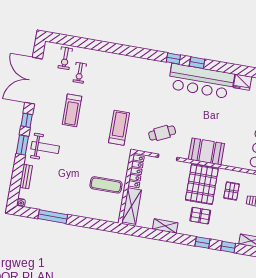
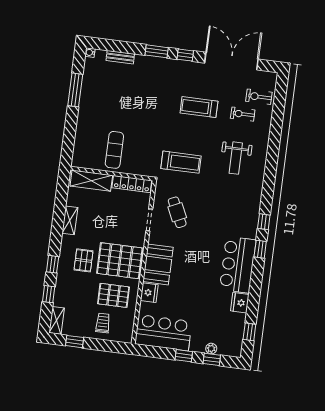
bar counter: (201, 81) -> (238, 265), width x0.73
weight bench: (45, 148) -> (236, 158), moved
fridge: (231, 160) -> (149, 293), added
pallet: (232, 191) -> (113, 295), width x1.50, depth x1.42

